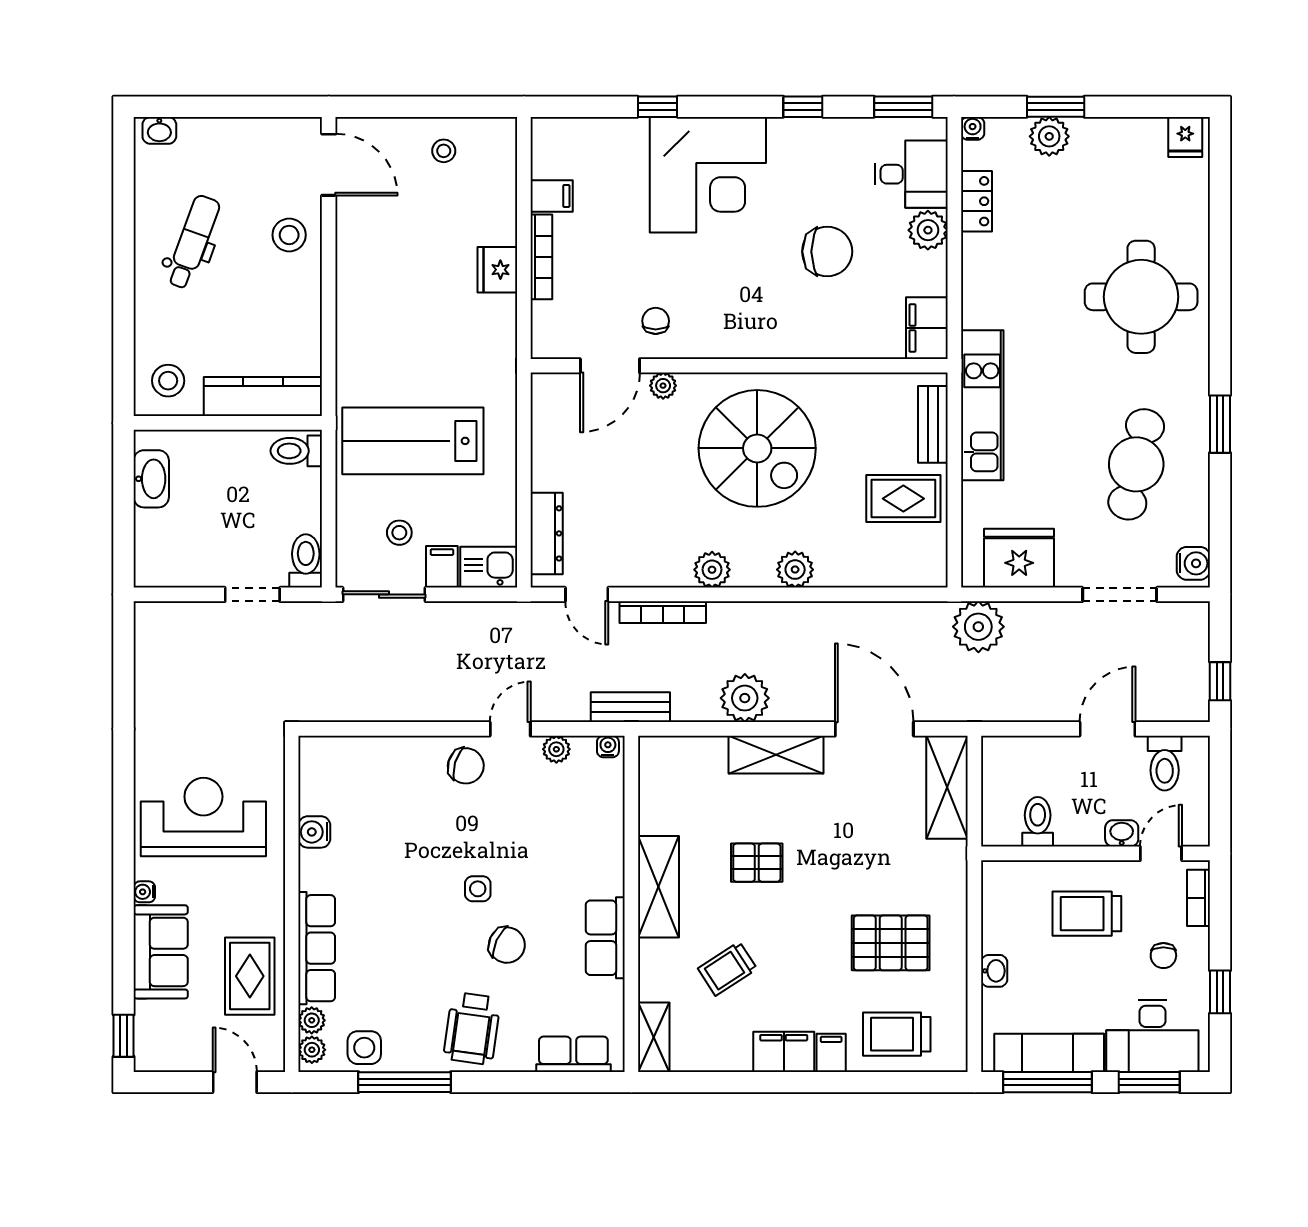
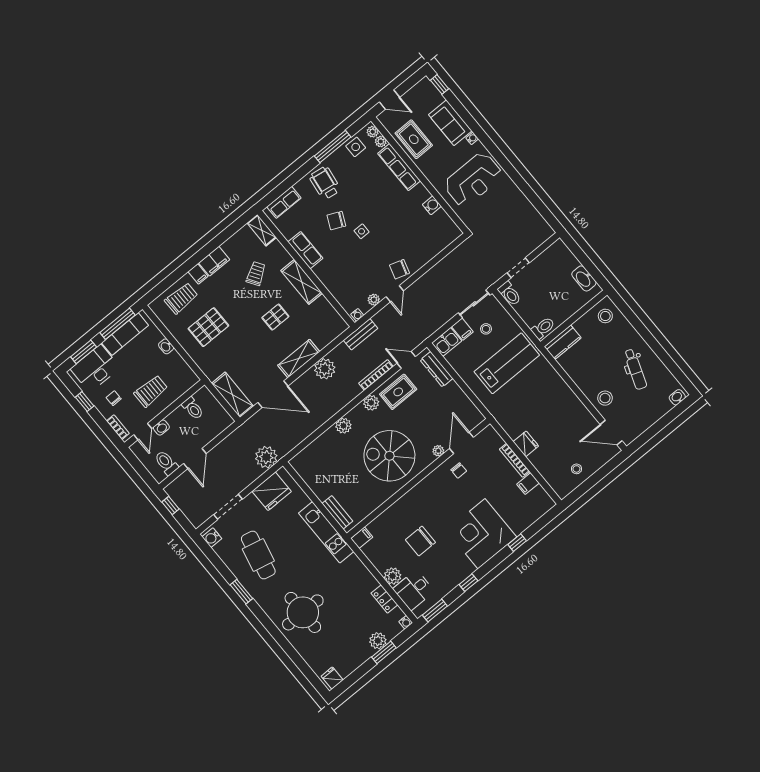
filing cabinet: (927, 328) -> (362, 538), width x0.50
kitchen counter: (263, 396) -> (563, 342), width x0.67
rug: (903, 499) -> (398, 392), moved

